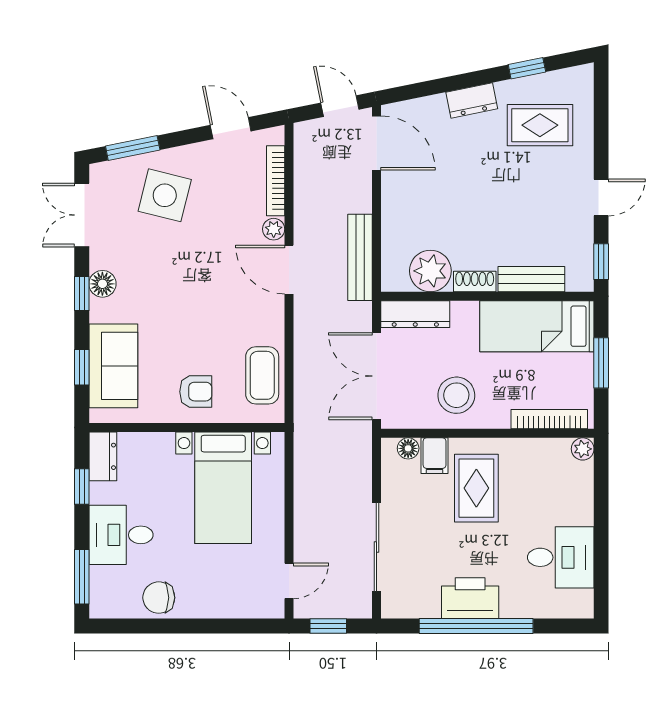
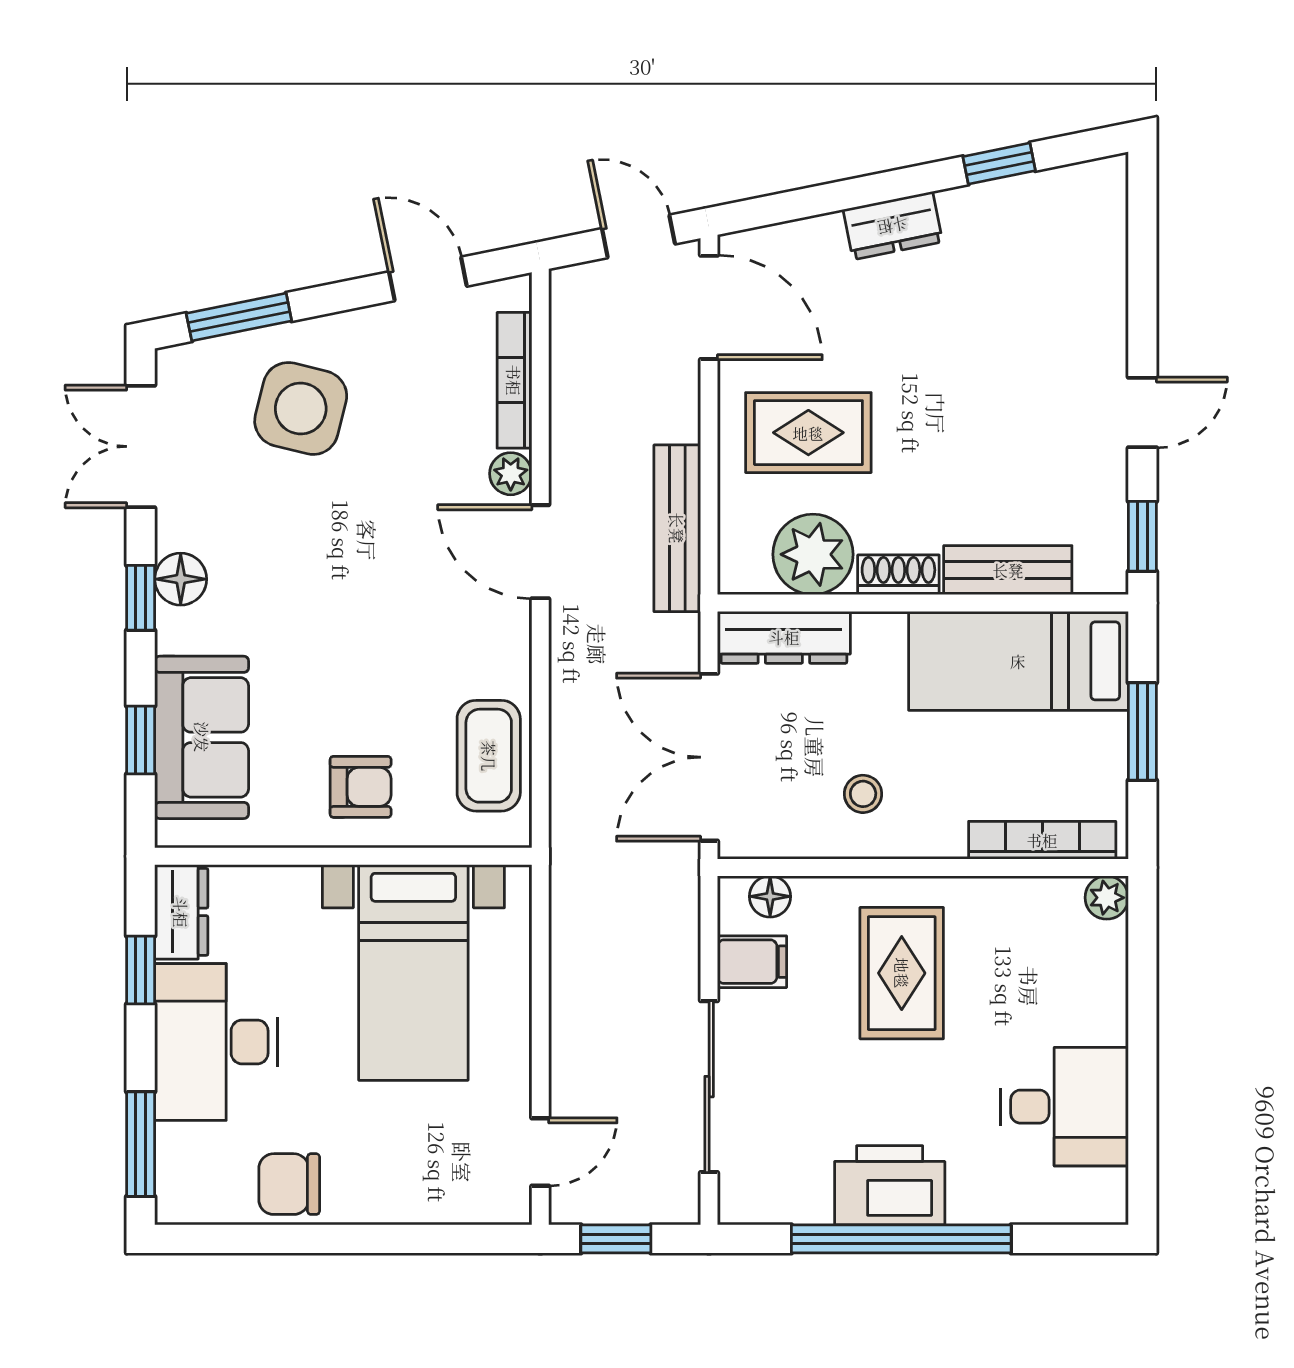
rug: (540, 125) -> (808, 433), moved
stool: (456, 395) -> (863, 794), width x0.53, depth x0.53
filing cabinet: (435, 456) -> (752, 962), moved, turned -90
desk: (121, 535) -> (216, 1042), width x1.37

